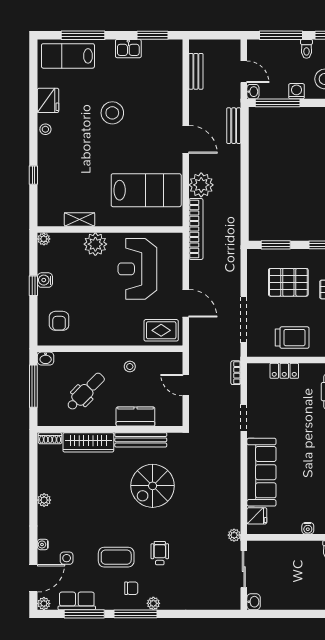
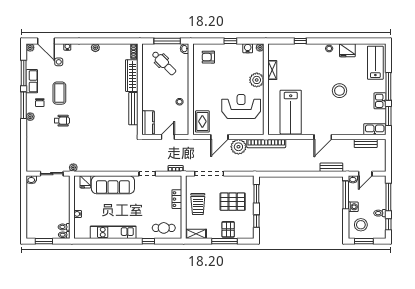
window: (83, 35) -> (388, 86), moved
kitchen sink: (173, 57) -> (375, 129), added
plant: (201, 185) -> (238, 147), moved
water cooler: (45, 280) -> (248, 48), moved
pallet: (288, 282) -> (233, 202), turned 90
dental chair: (86, 392) -> (164, 63), moved
kitchen counter: (135, 416) -> (148, 123), moved
spiral stairs: (153, 486) -> (104, 116), removed
row of seats: (77, 601) -> (32, 81), moved

